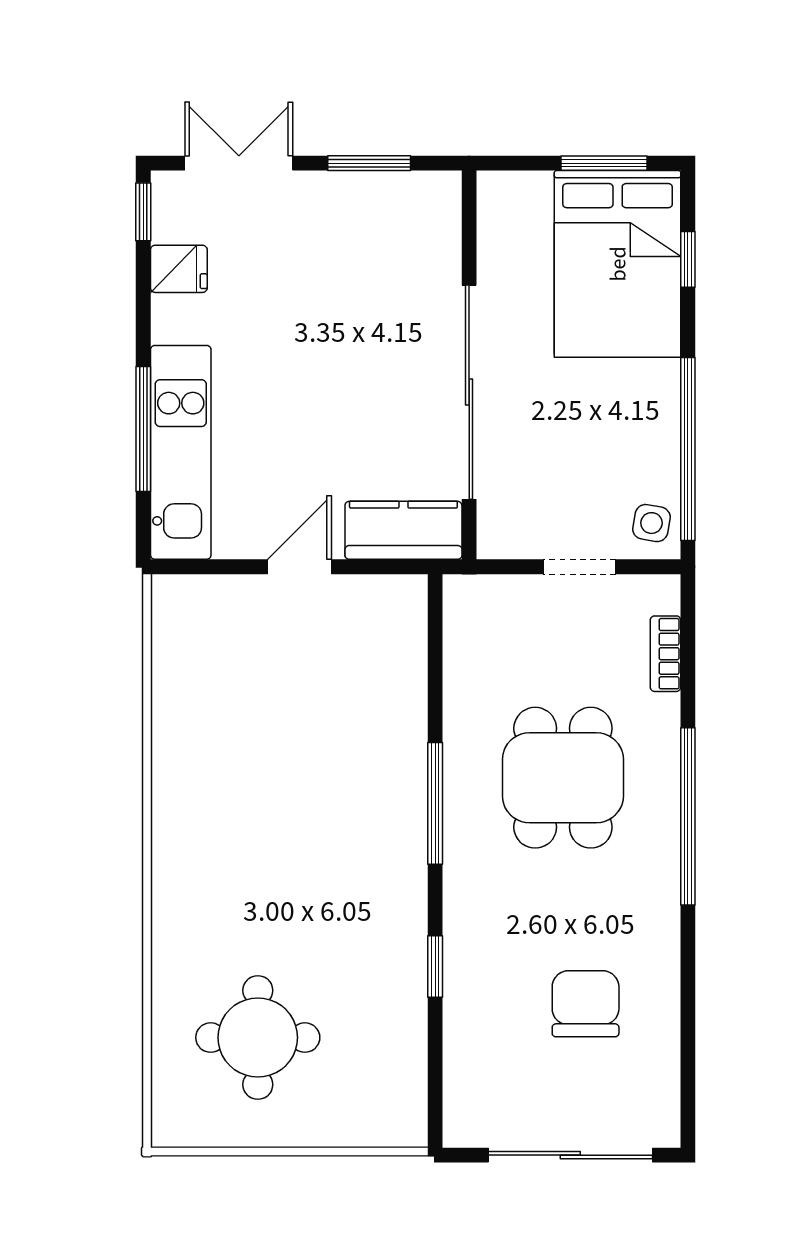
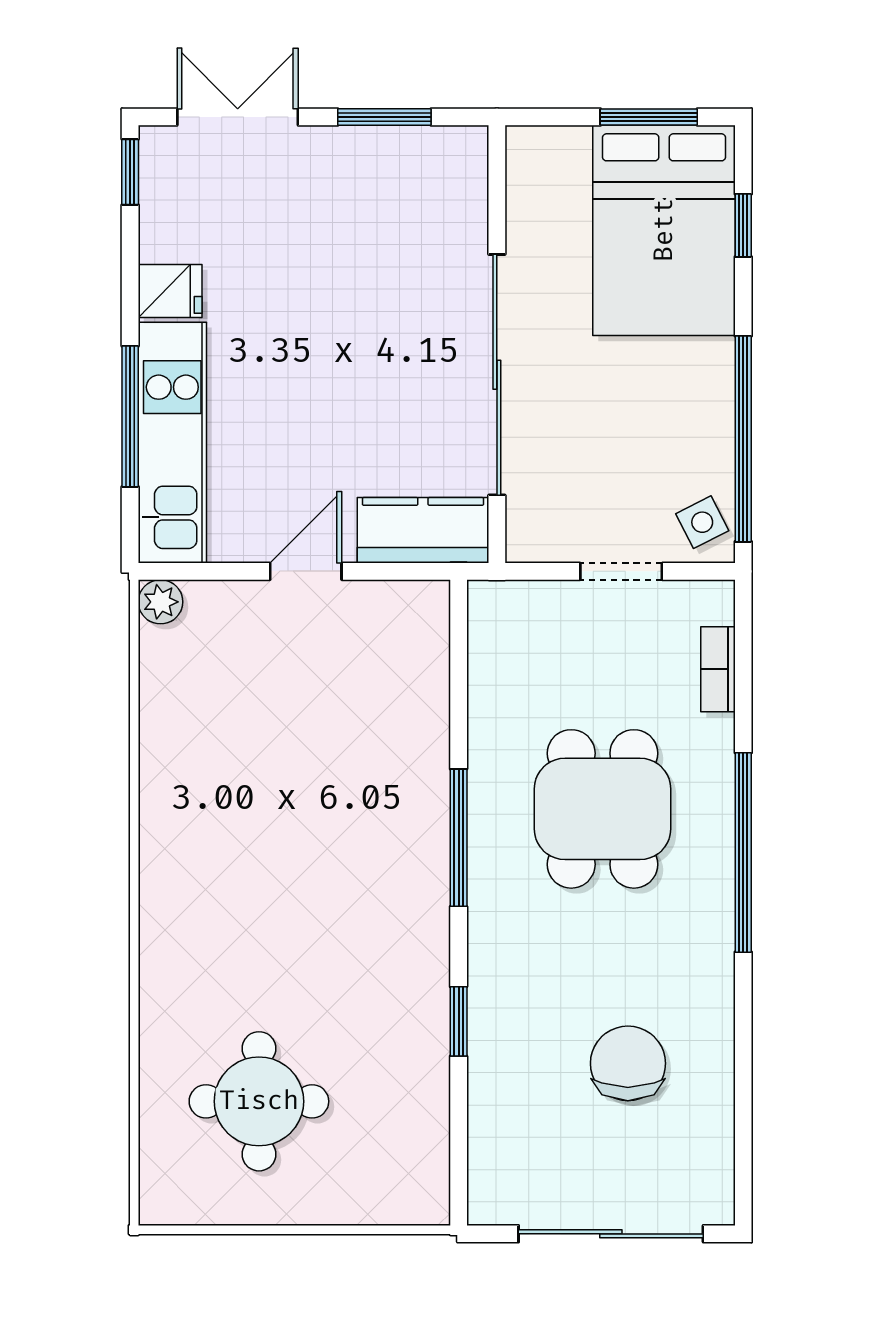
fridge: (179, 269) -> (170, 291), moved
side table: (651, 523) -> (702, 522), turned -37
plant: (170, 594) -> (161, 602), added

